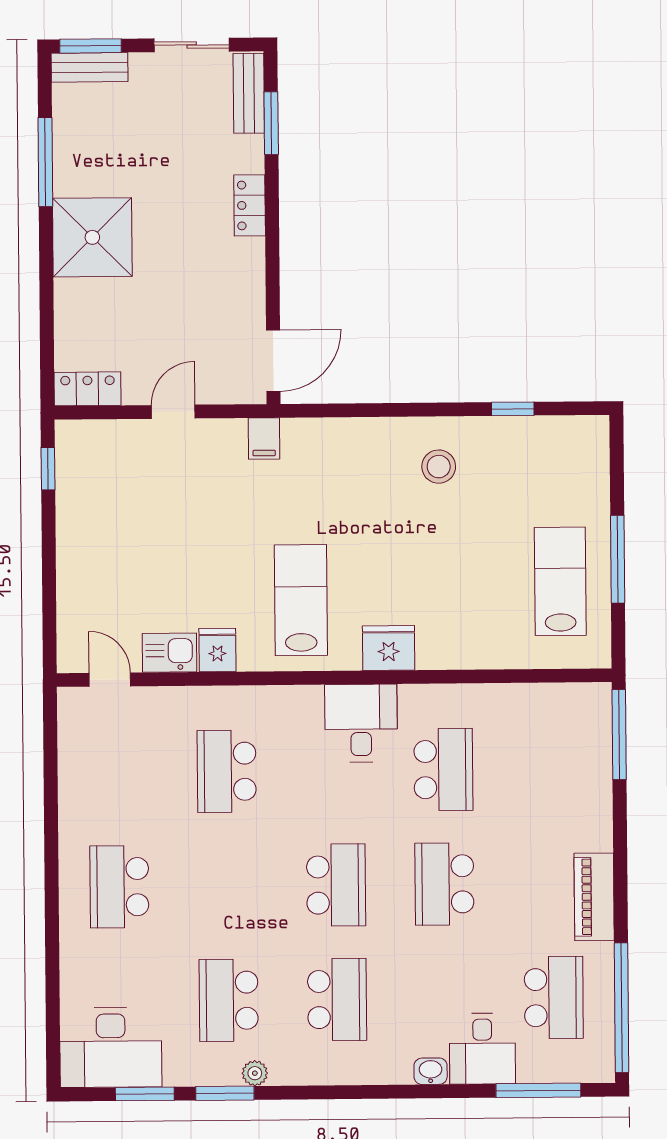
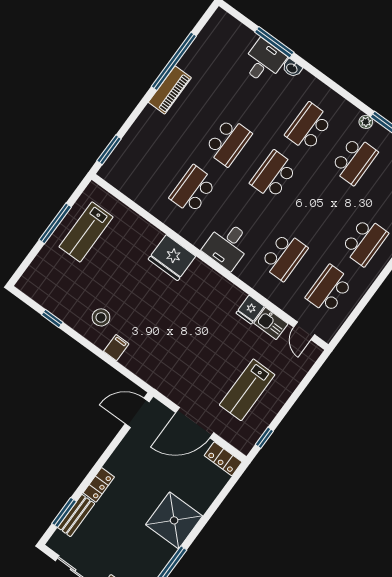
bench: (249, 93) -> (76, 516), moved
door: (173, 412) -> (195, 423), width x1.87
filing cabinet: (264, 439) -> (116, 348), moved
lab bench: (301, 600) -> (247, 390), moved
fridge: (389, 648) -> (172, 258), width x1.36, depth x1.34
desk: (361, 723) -> (227, 245), moved
window: (619, 735) -> (109, 150), width x0.69
school desk: (554, 998) -> (329, 290), moved
window: (621, 1008) -> (174, 61), moved
window: (538, 1090) -> (274, 42), moved

